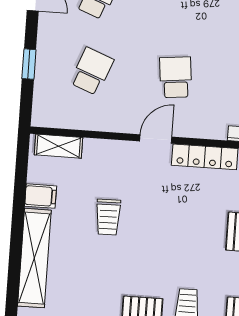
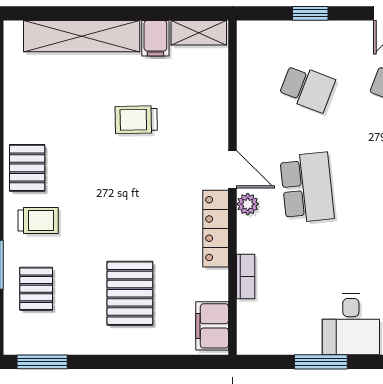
school desk: (176, 77) -> (307, 188), width x1.85
plant: (186, 128) -> (248, 204), added
shelving: (58, 146) -> (199, 33), moved, turned 90

